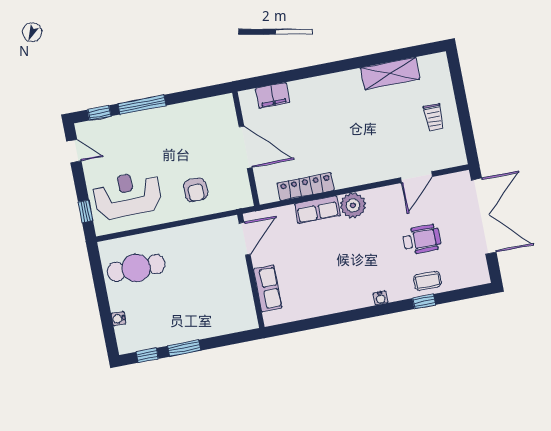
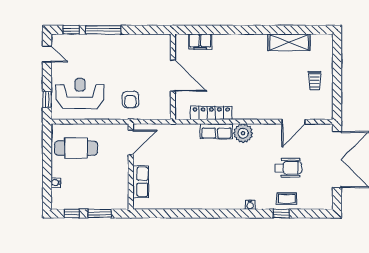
door: (245, 239) -> (131, 142), moved
wall: (251, 271) -> (131, 167), moved
row of seats: (268, 288) -> (141, 182), moved

